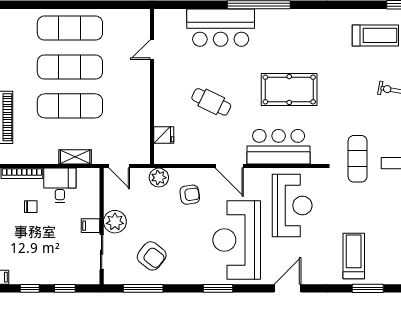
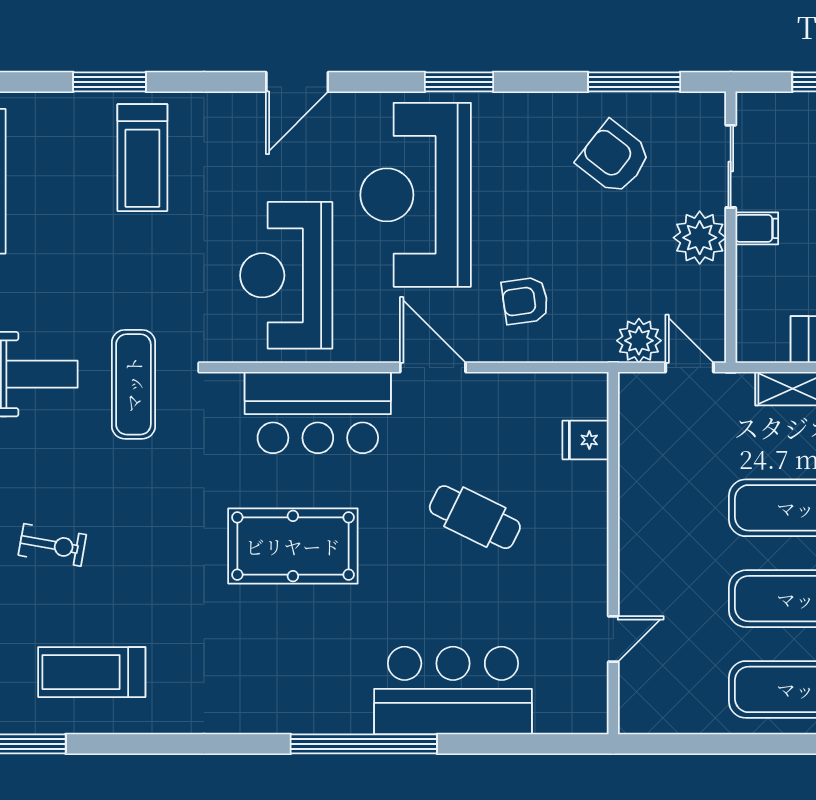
plant: (159, 178) -> (639, 341), moved
reception desk: (237, 240) -> (416, 195), turned 180

